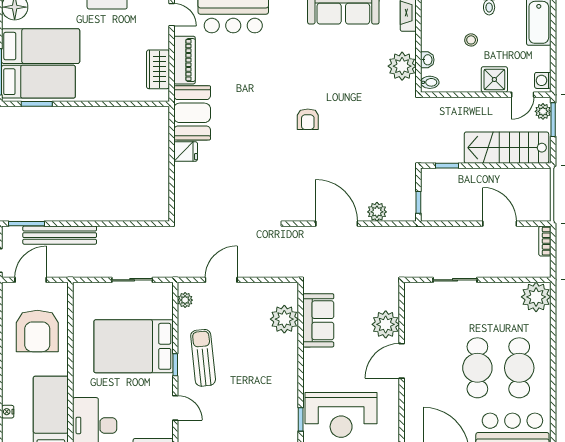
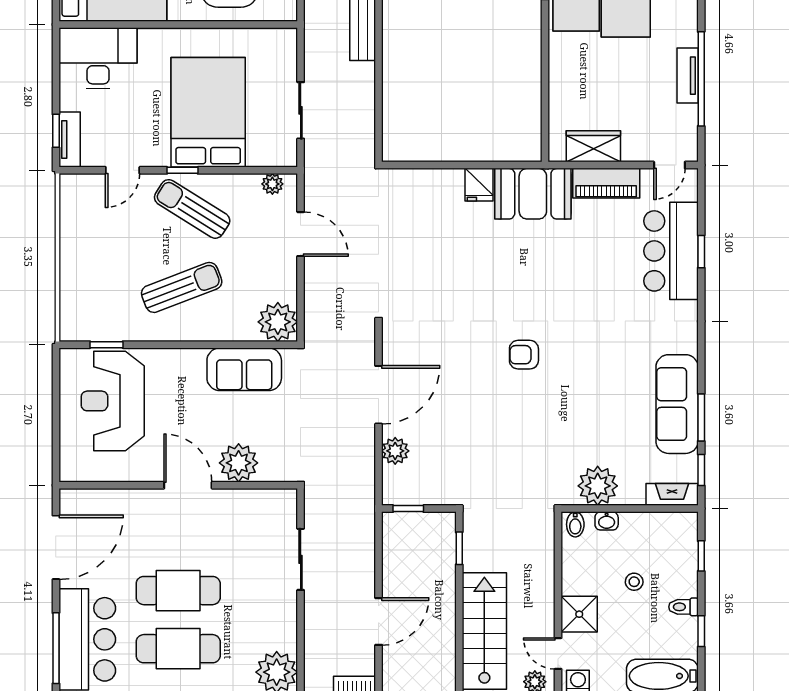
plant: (284, 319) -> (278, 322), moved
sun lounger: (203, 358) -> (192, 209), turned -142
sun lounger: (259, 365) -> (182, 287), added

